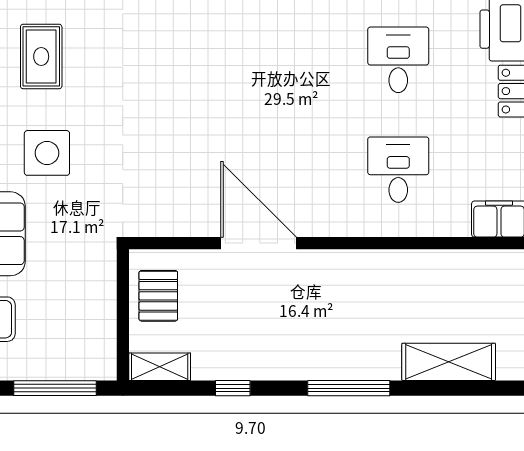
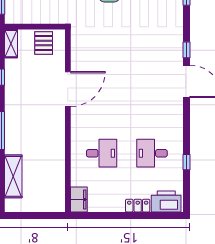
desk: (398, 60) -> (152, 153), turned 180
pallet: (158, 296) -> (44, 43), turned 90

